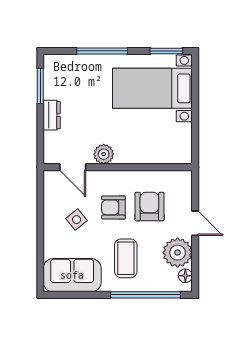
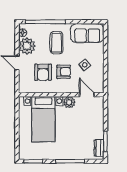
bed with nightstands: (152, 88) -> (43, 119), moved, turned 90
dresser: (52, 115) -> (99, 148), moved

